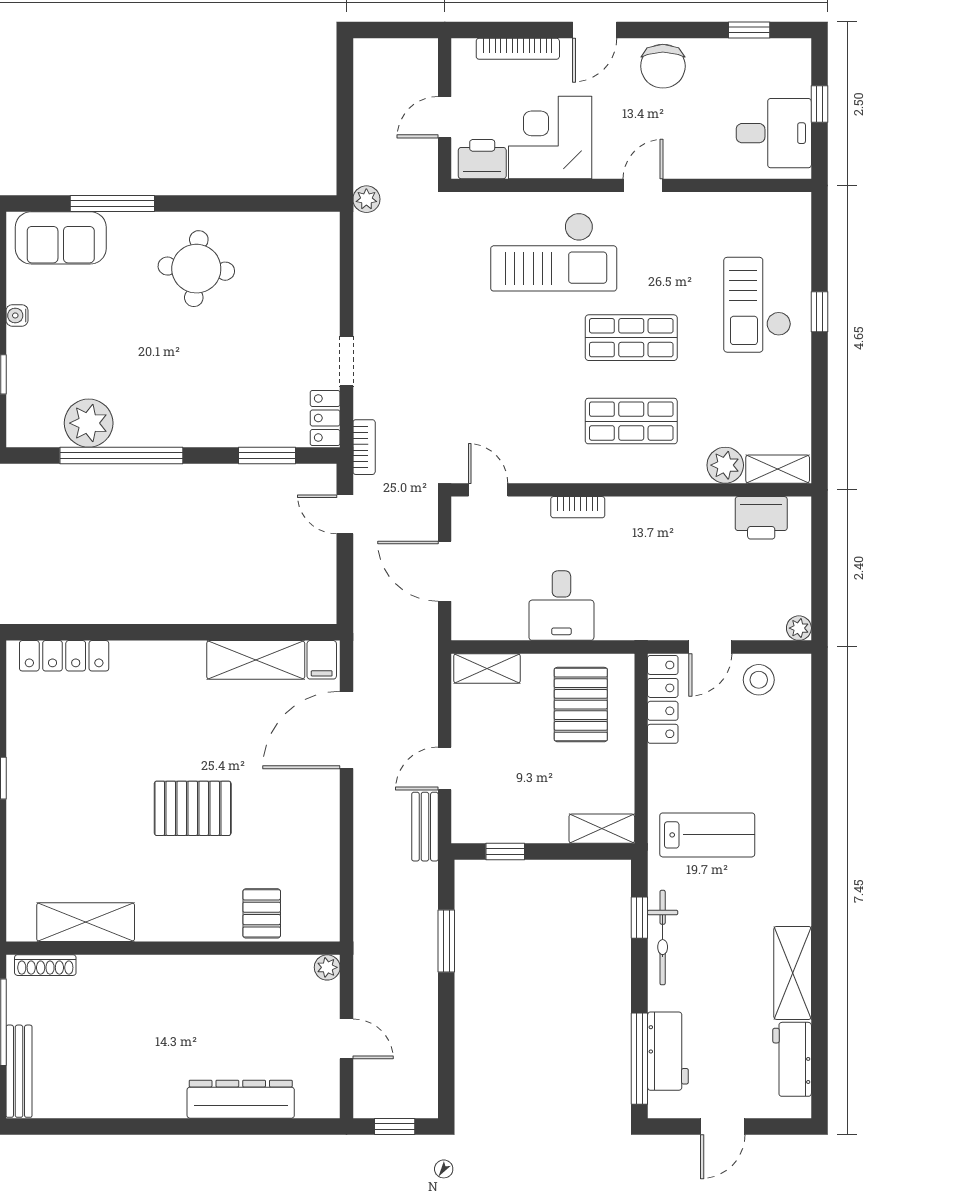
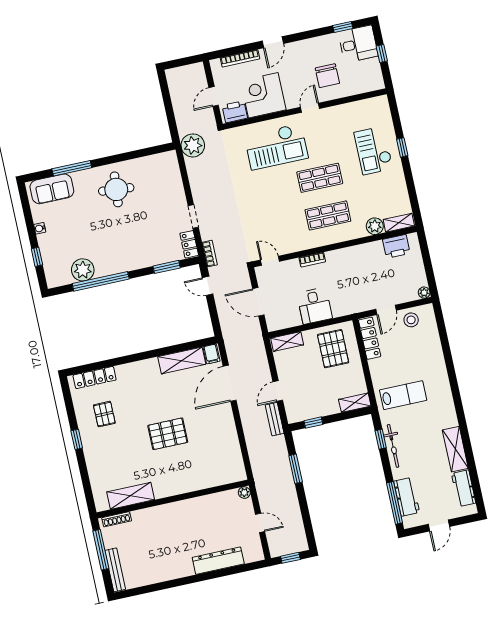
chair: (663, 66) -> (327, 76), moved
desk: (774, 133) -> (358, 44), moved
plant: (366, 199) -> (193, 145), width x1.88, depth x1.88
pallet: (262, 913) -> (104, 414), moved

